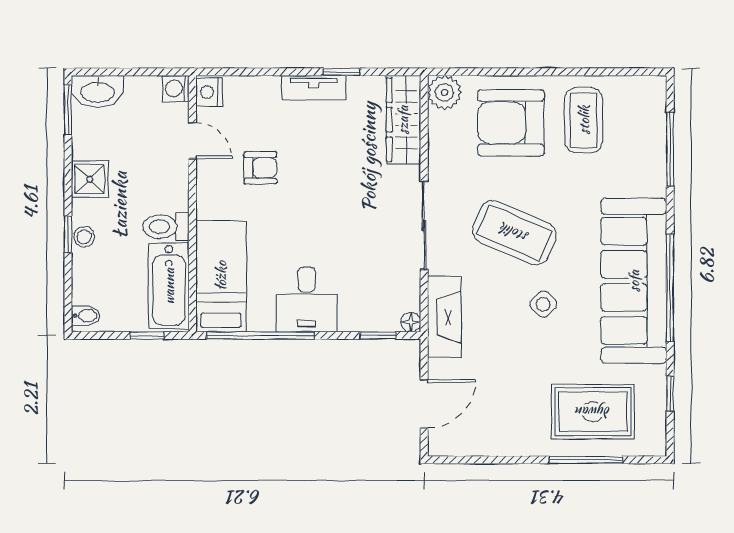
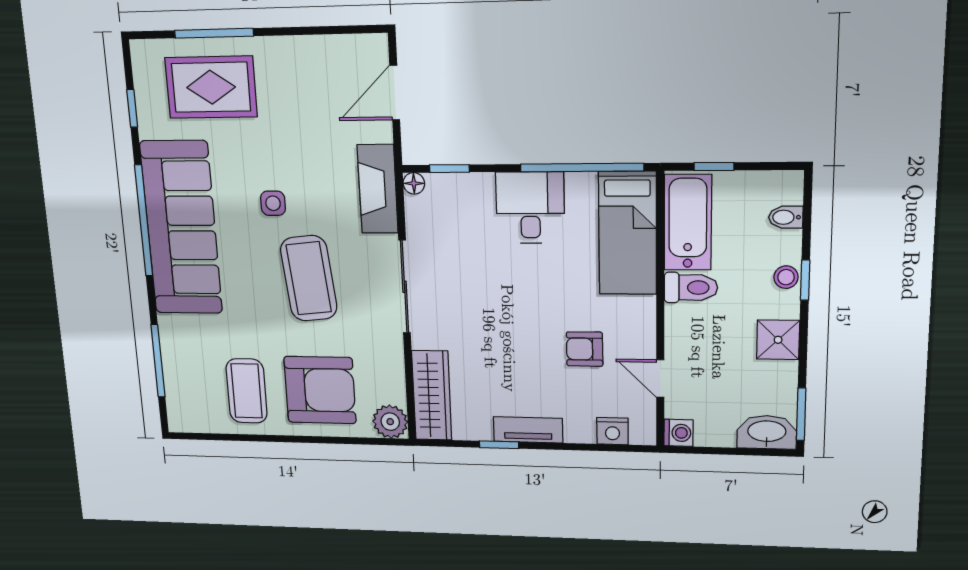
nightstand: (209, 92) -> (612, 431), moved, turned 90
coffee table: (514, 233) -> (309, 278), turned 61
side table: (543, 304) -> (273, 203), turned 45
bidet: (86, 316) -> (786, 217), moved

